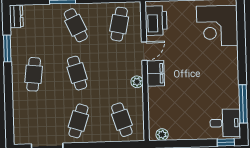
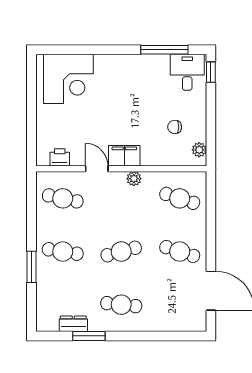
dresser: (16, 16) -> (73, 324), moved
printer: (156, 21) -> (60, 157), width x0.53, depth x0.68
cafe table: (76, 25) -> (63, 252), turned 33
chair: (180, 114) -> (175, 127), added
cafe table: (122, 120) -> (180, 198), turned 36

